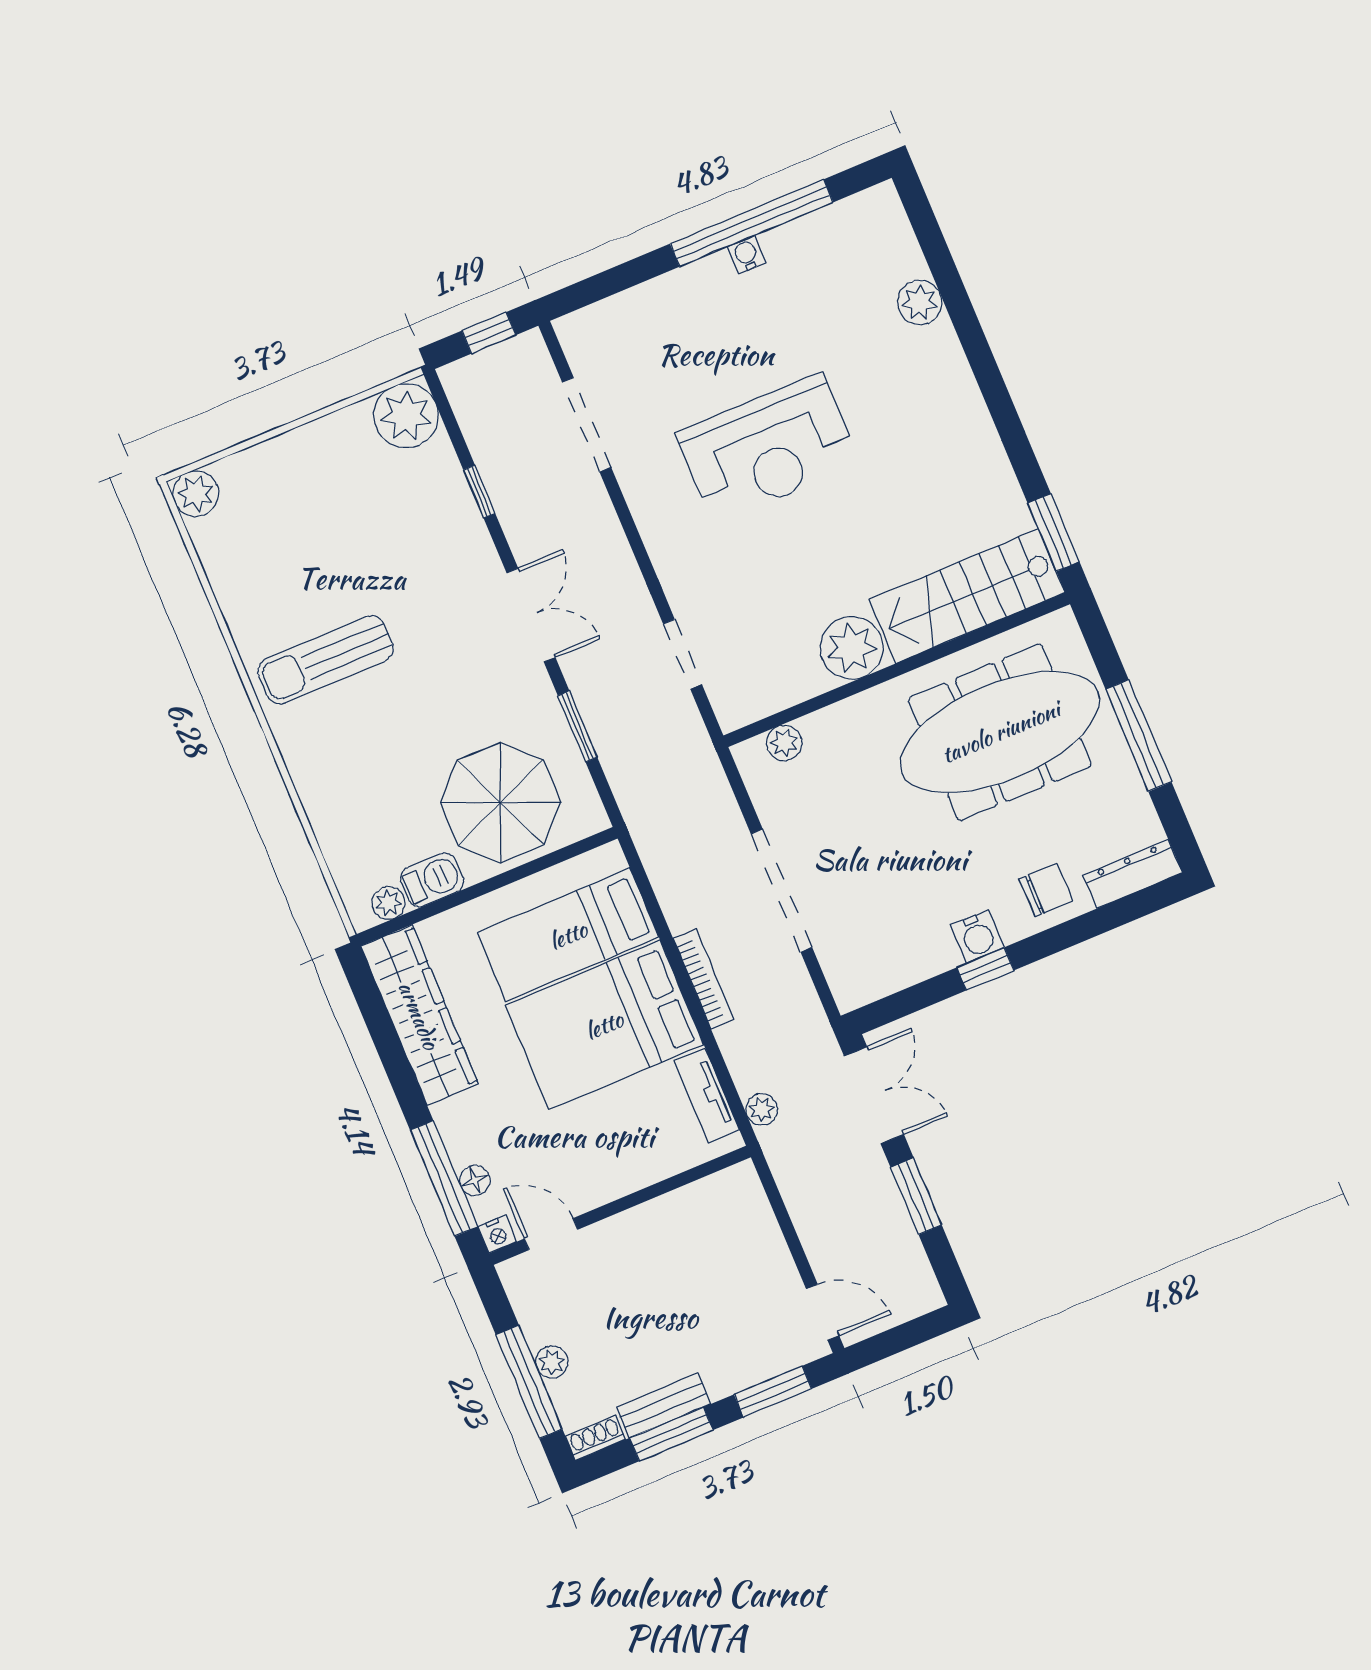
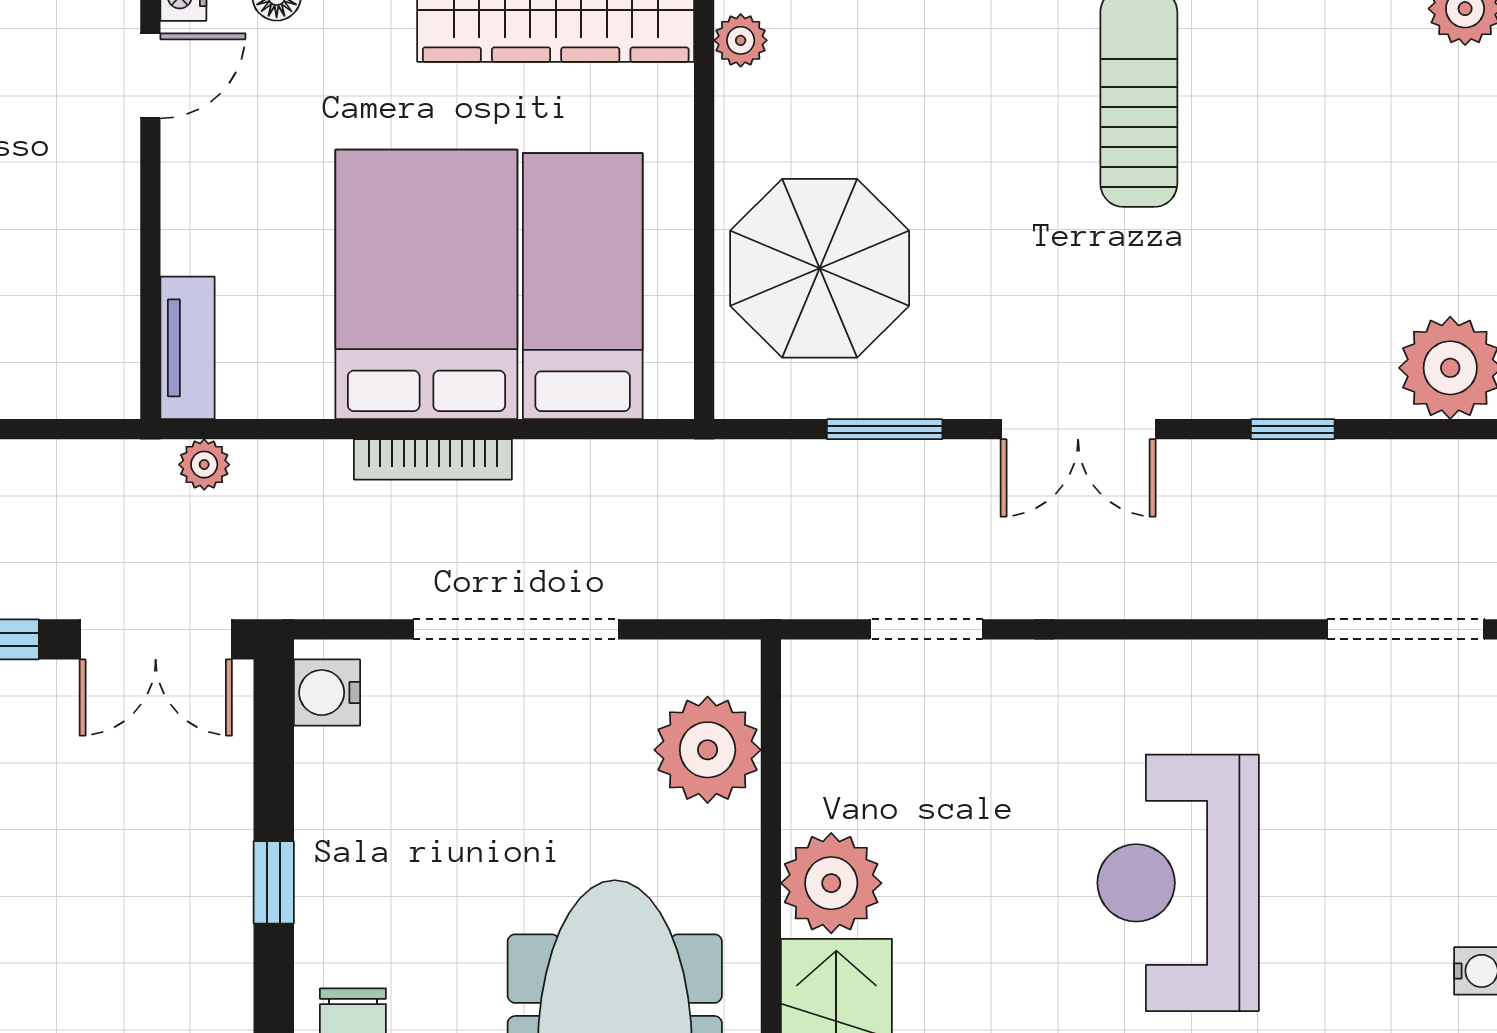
doorway: (587, 425) -> (1406, 629), moved
plant: (784, 743) -> (708, 750), width x1.87, depth x1.87
barbecue: (432, 880) -> (748, 119), removed
water cooler: (977, 936) -> (327, 693), moved
tv unit: (707, 1095) -> (188, 348), moved, turned 90

